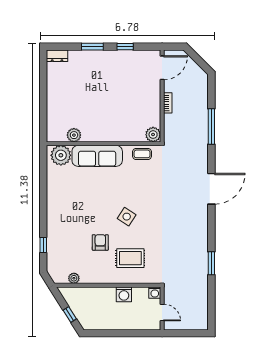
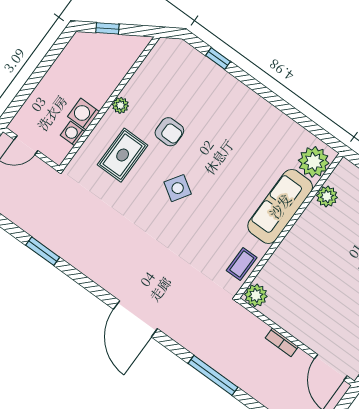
plant: (74, 278) -> (120, 105), moved
washing machine: (155, 293) -> (73, 133), moved

